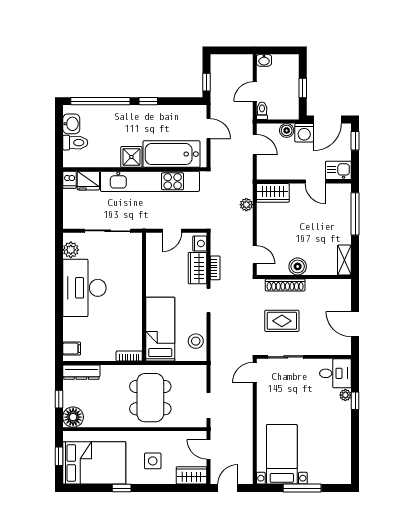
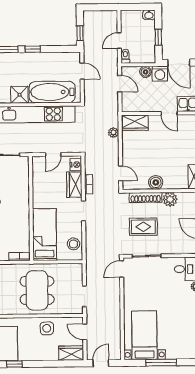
washbasin: (264, 60) -> (149, 15), moved
door: (327, 120) -> (179, 63), hinge flipped
plant: (315, 288) -> (170, 199), added
side table: (153, 461) -> (47, 328), moved

